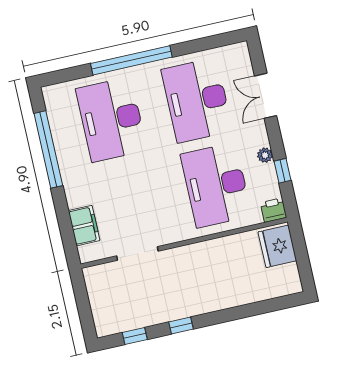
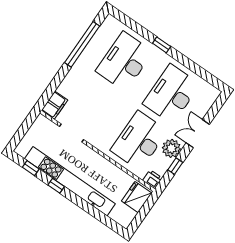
window: (131, 60) -> (162, 45), width x0.32
double door: (266, 96) -> (198, 134), moved
plant: (265, 155) -> (171, 148), width x1.88, depth x1.88
filing cabinet: (84, 226) -> (54, 105), moved
kitchen unit: (190, 305) -> (70, 181), added

